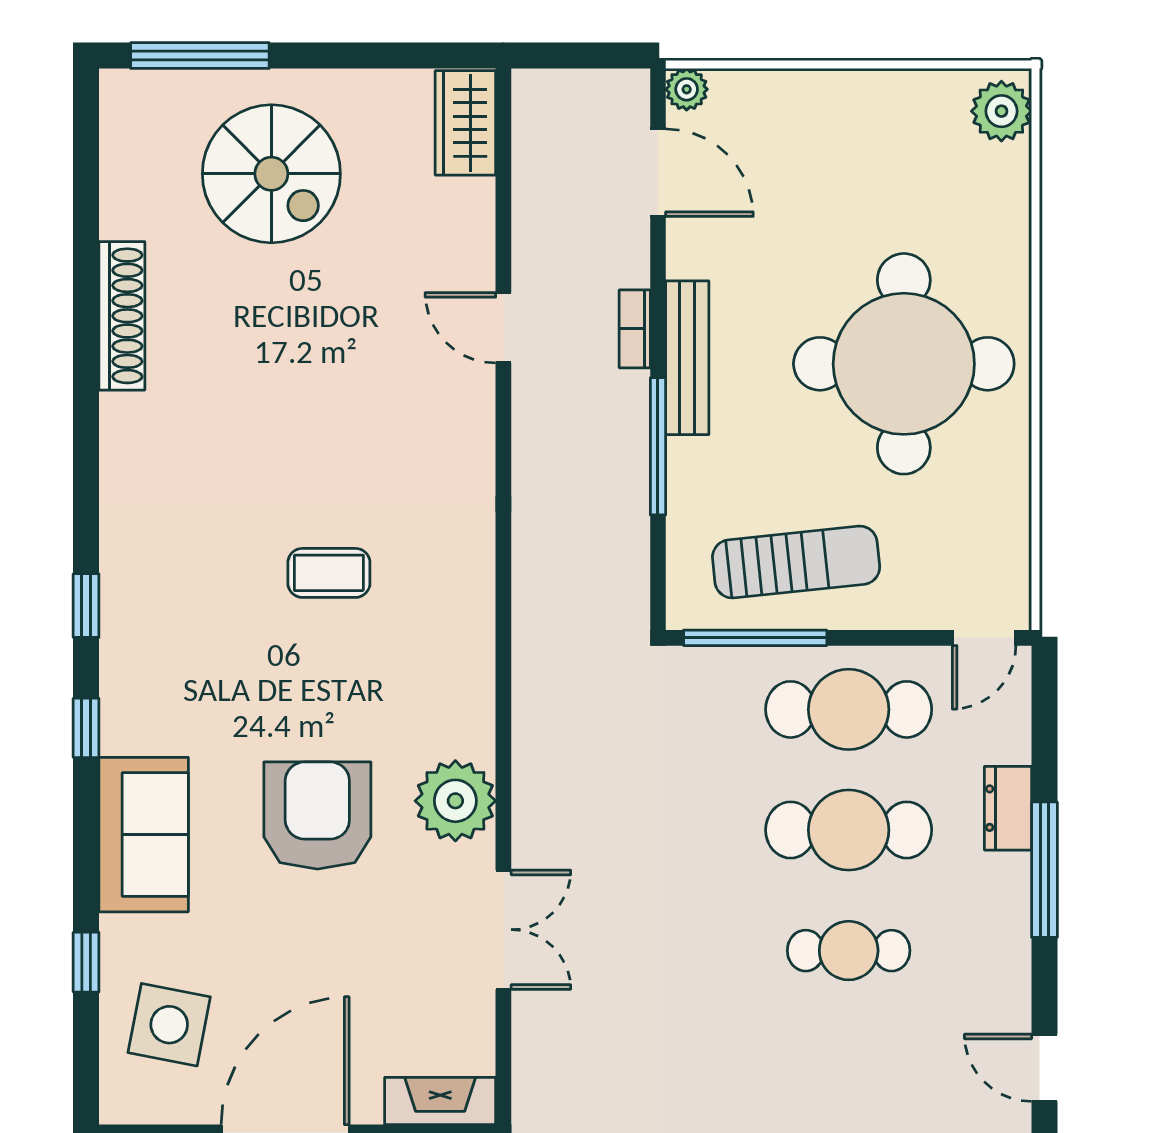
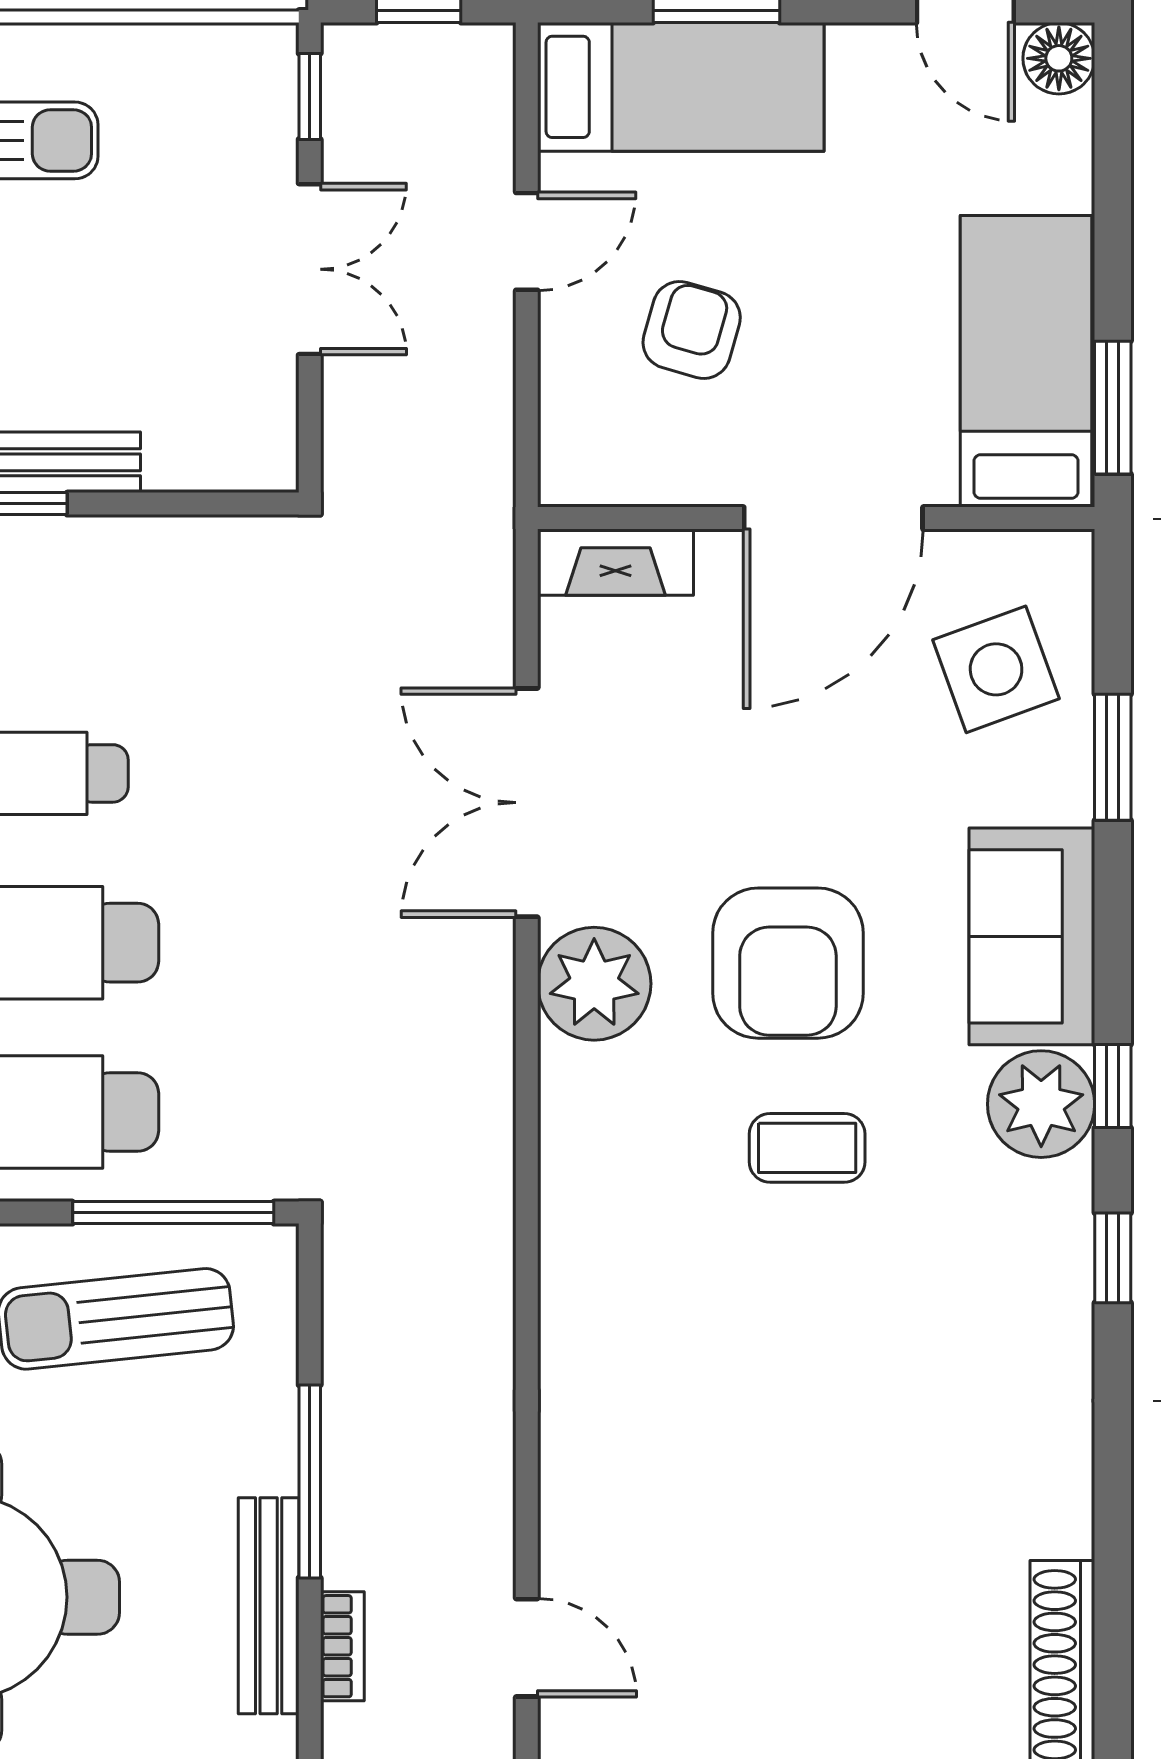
coffee table: (329, 573) -> (807, 1148), moved
plant: (137, 715) -> (1041, 1104), added
double door: (503, 930) -> (527, 803), width x1.37
window: (86, 962) -> (1113, 757), width x1.50
side table: (169, 1025) -> (996, 669), turned -31

